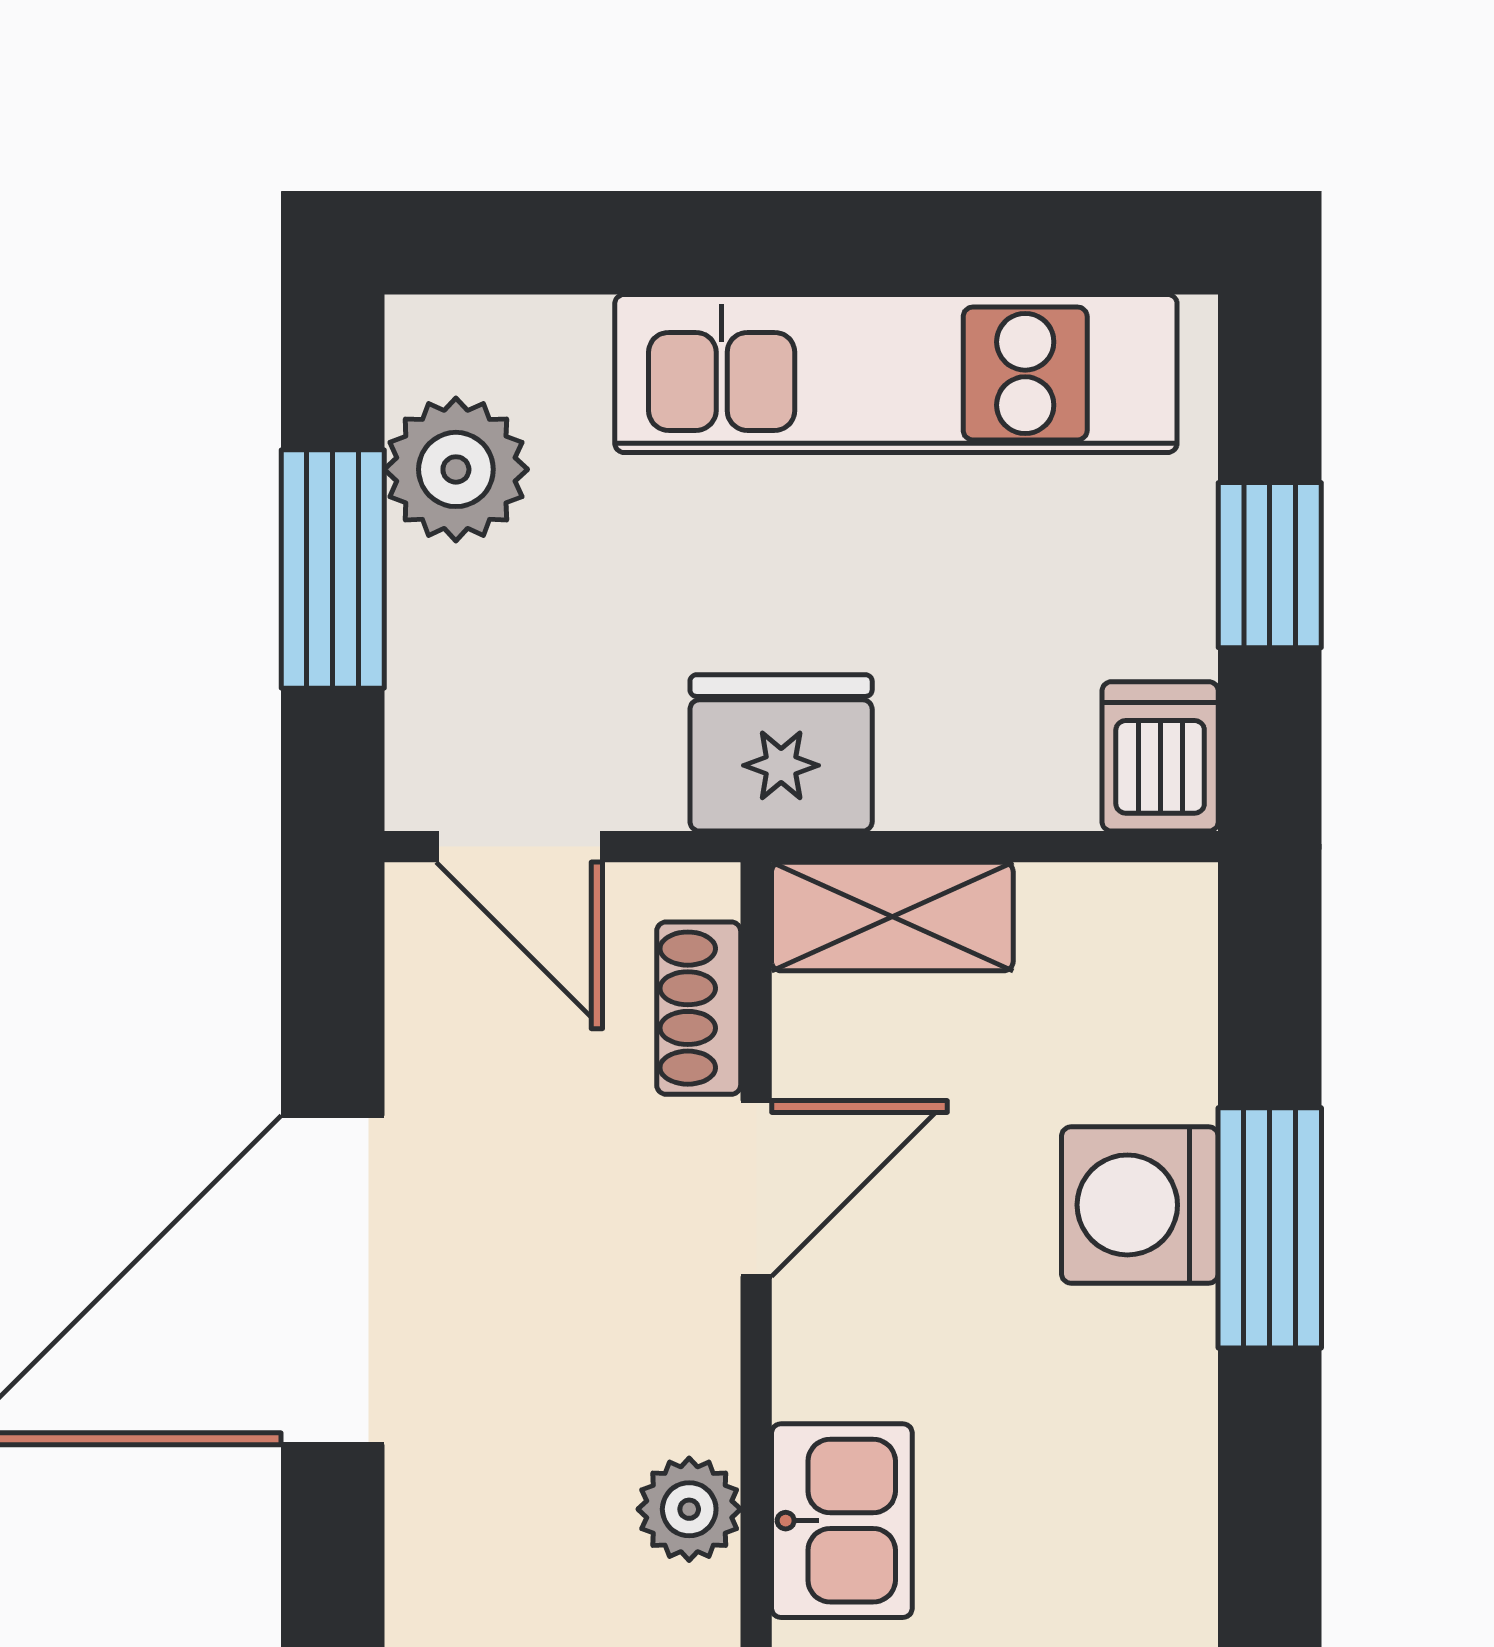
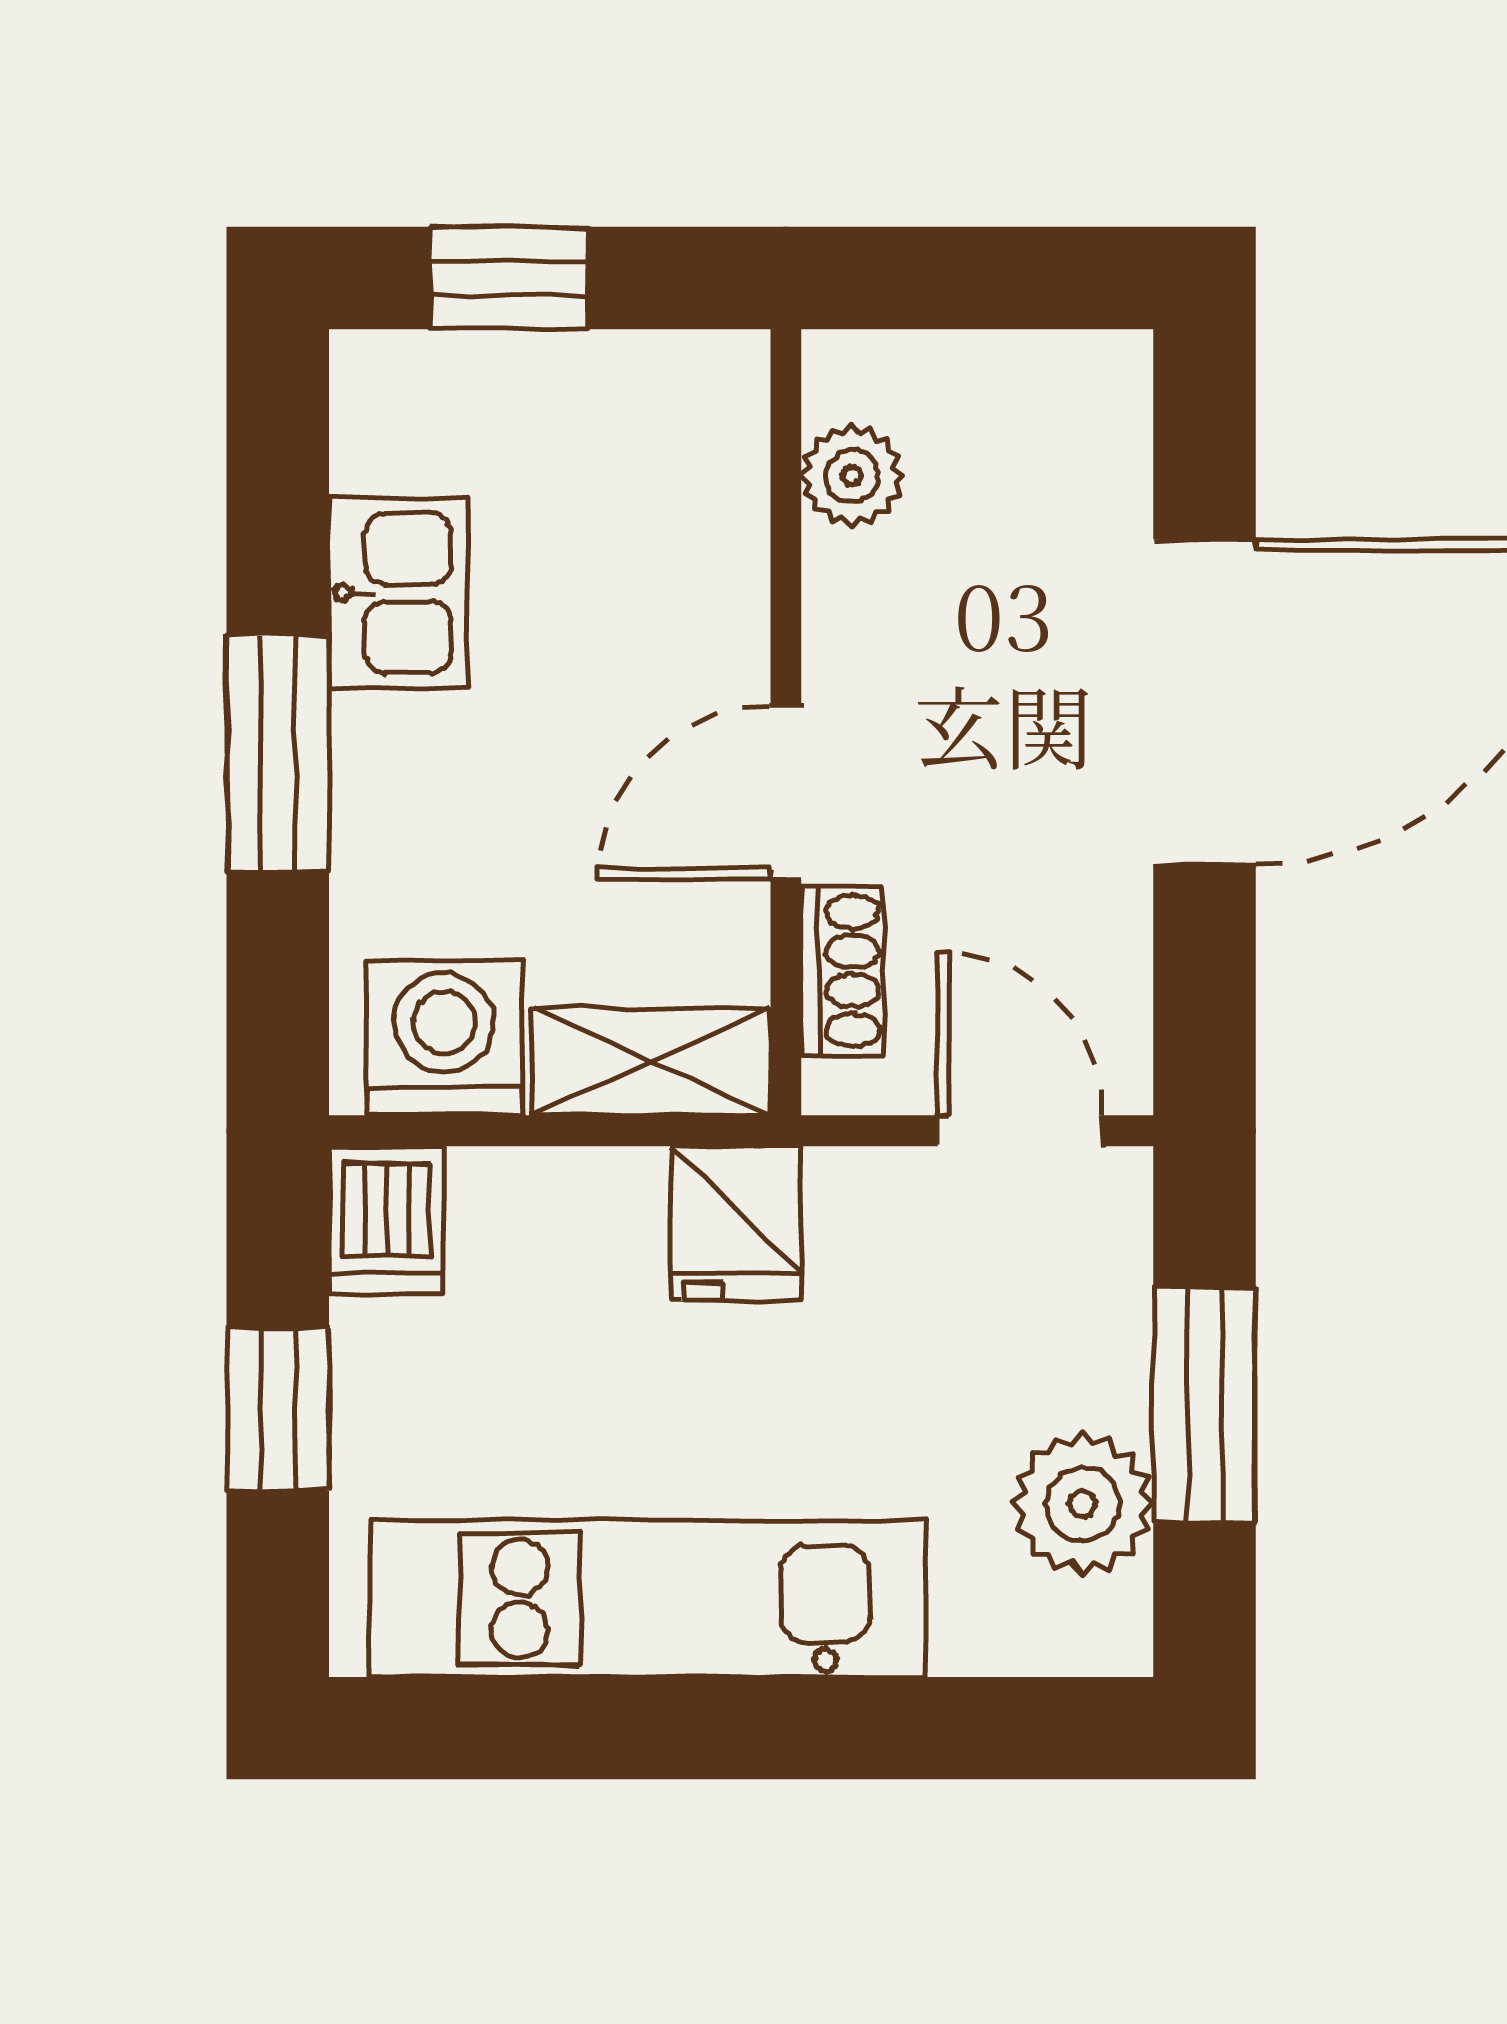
fridge: (781, 753) -> (736, 1223), width x0.72
washing machine: (1140, 1205) -> (444, 1038), moved, turned -90
kitchen sink: (842, 1521) -> (398, 593), moved, turned 180

